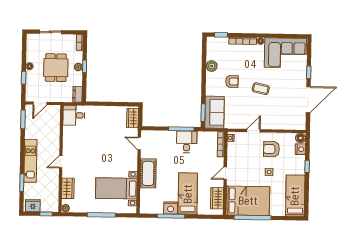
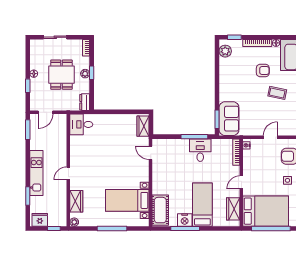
plant: (212, 66) -> (225, 51), moved
armchair: (232, 81) -> (263, 71), moved
cot: (148, 173) -> (160, 210), moved

